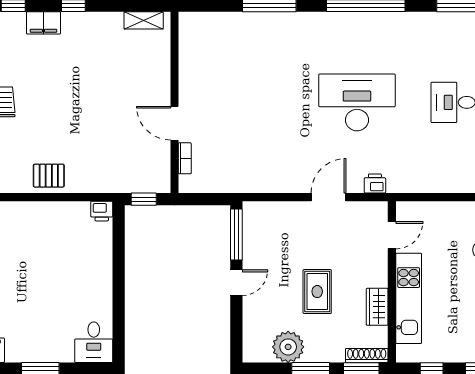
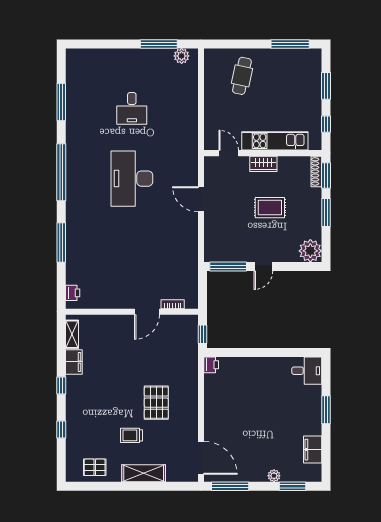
filing cabinet: (43, 23) -> (74, 362), moved
pallet: (49, 176) -> (156, 403), moved, width x1.50, depth x1.42
printer: (375, 183) -> (73, 293), moved, turned 180
door: (236, 283) -> (263, 267), swing flipped
wardrobe: (377, 307) -> (263, 164), moved
plant: (288, 347) -> (310, 251), moved

